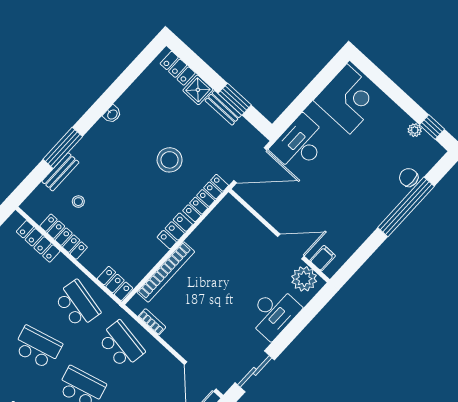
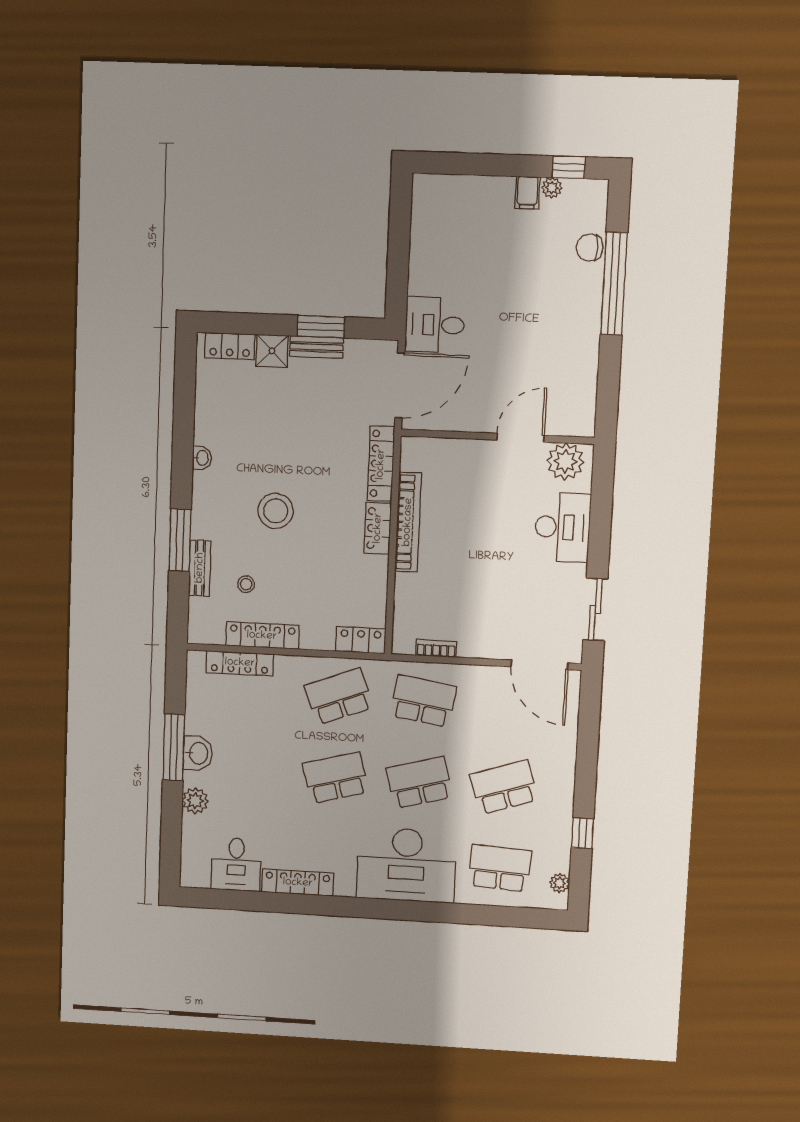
corner desk: (348, 99) -> (447, 217), removed
desk: (300, 144) -> (435, 325), width x0.73
stool: (170, 160) -> (276, 511), moved
filing cabinet: (323, 258) -> (527, 193), moved, turned 180
bookcase: (166, 272) -> (408, 522), moved
school desk: (77, 304) -> (339, 696), turned -33

